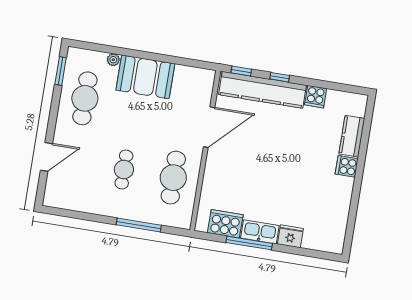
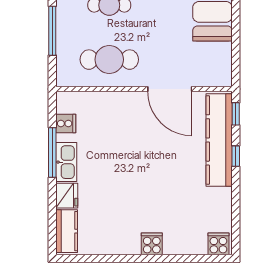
cooker: (316, 97) -> (218, 244), moved, turned 90
kitchen counter: (352, 136) -> (67, 231), moved, turned 90
cooker: (225, 224) -> (66, 123), width x0.53, depth x0.76

